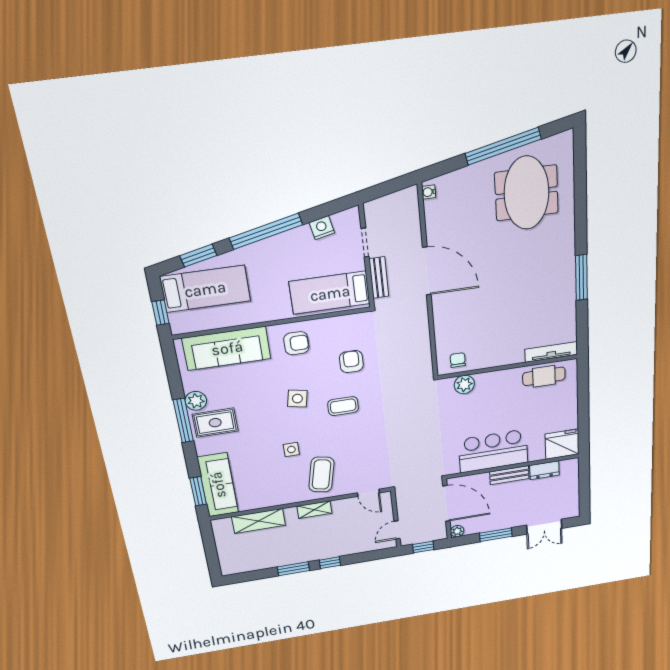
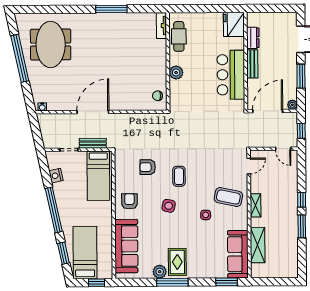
meeting table: (527, 193) -> (51, 45), turned 90
tv unit: (551, 352) -> (161, 26), width x0.71
plant: (464, 385) -> (176, 73), moved
sofa: (218, 485) -> (238, 254), moved, turned -90

